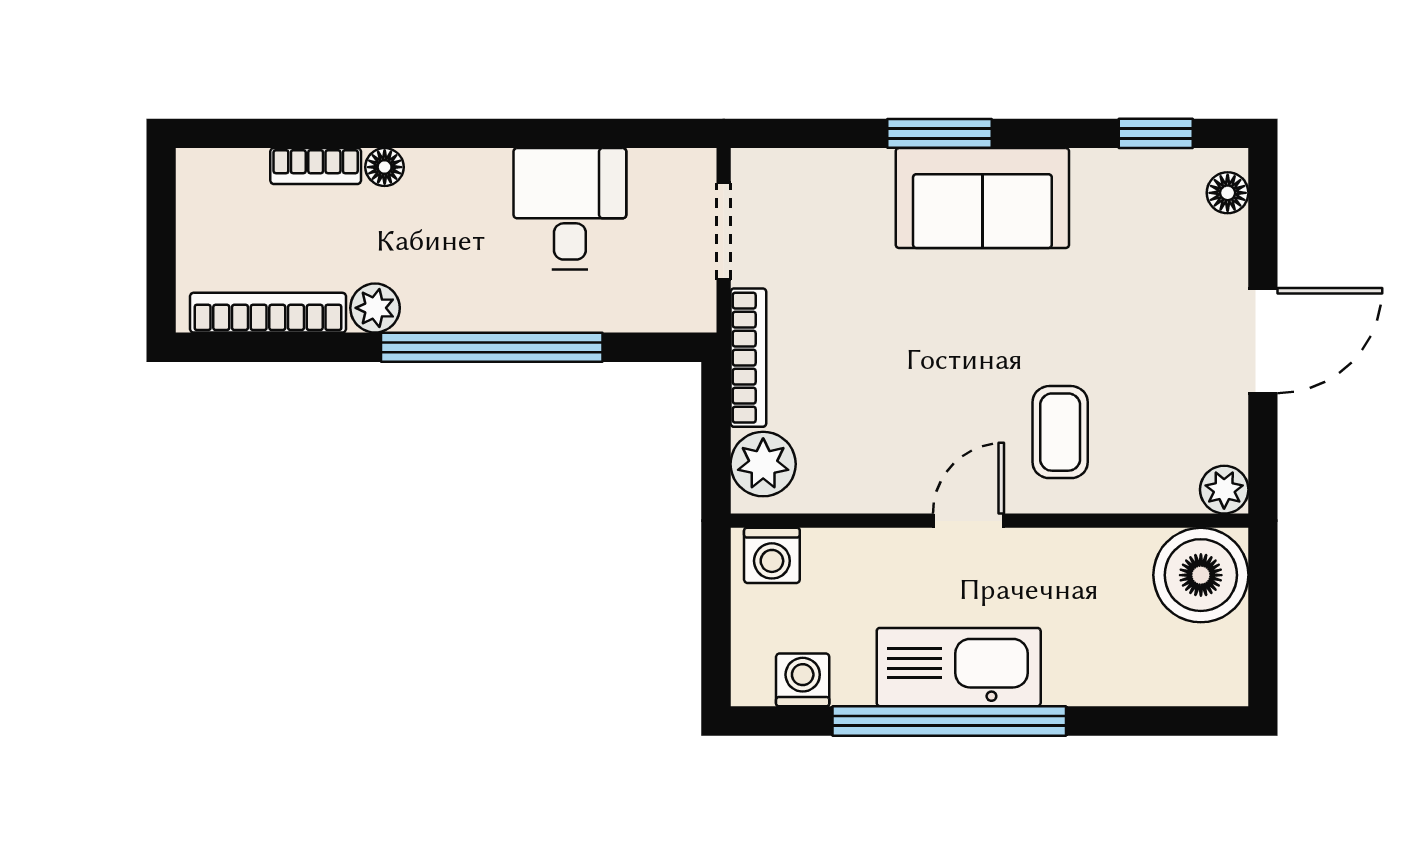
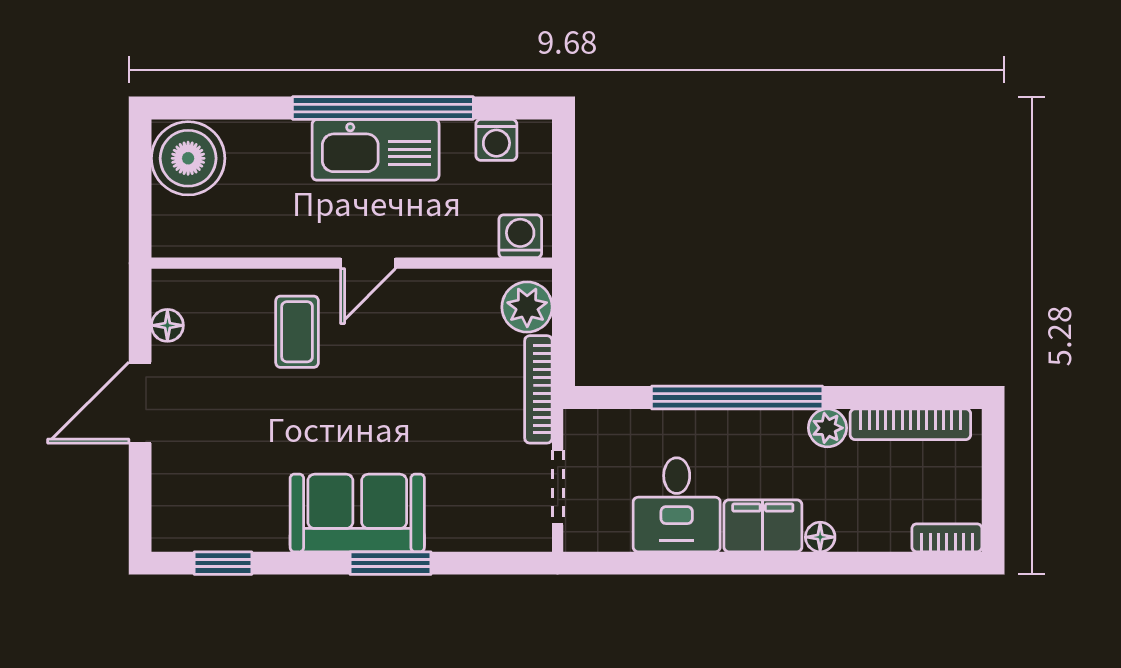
bookcase: (316, 166) -> (947, 538), moved
filing cabinet: (459, 182) -> (763, 526), added
floor lamp: (1228, 193) -> (167, 325), moved
plant: (1224, 490) -> (170, 287), removed
boiler: (1201, 575) -> (188, 158), moved

